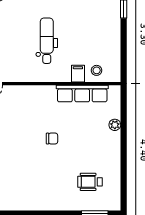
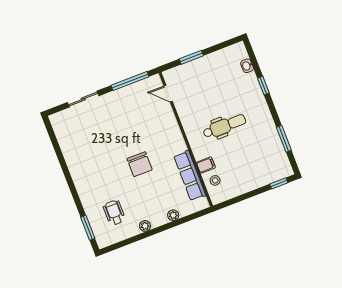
chair: (52, 139) -> (140, 164), width x1.87, depth x1.87
plant: (115, 157) -> (145, 226), added

